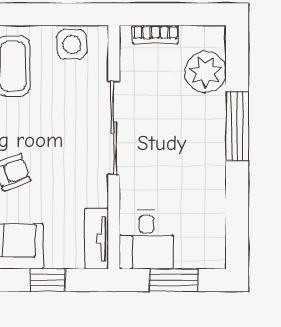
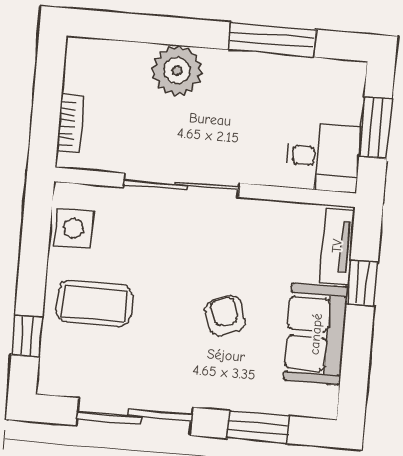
plant: (206, 72) -> (177, 71), moved
window: (237, 126) -> (272, 40), moved
tv unit: (97, 239) -> (337, 246), moved, turned 90

